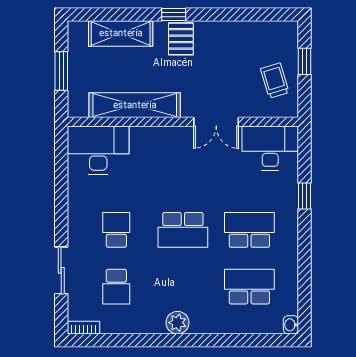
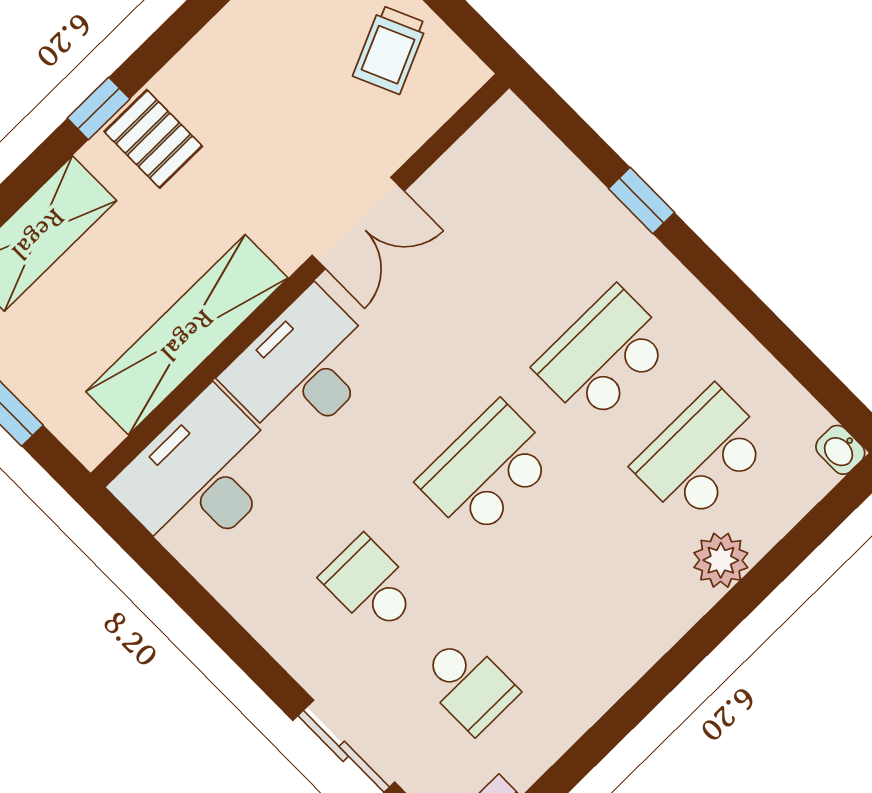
trolley: (275, 81) -> (390, 50), turned -97
desk: (270, 148) -> (303, 368), moved
school desk: (183, 230) -> (487, 470), turned 180
plant: (177, 323) -> (721, 560), moved

